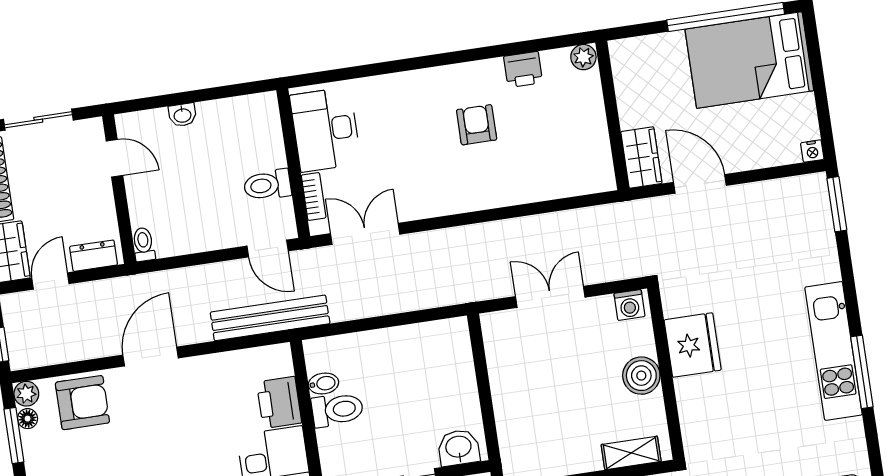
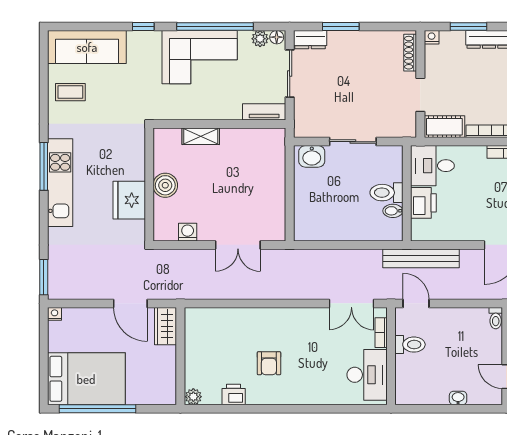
fridge: (693, 345) -> (129, 200), moved
wall: (666, 373) -> (149, 184), moved
boiler: (641, 376) -> (165, 185), moved

